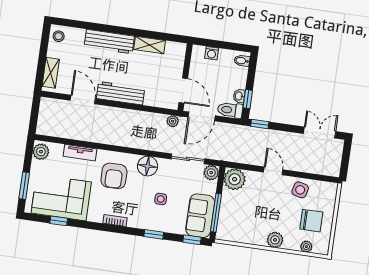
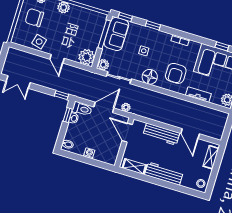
wall: (185, 77) -> (124, 142), moved
door: (183, 90) -> (127, 133), moved
armchair: (114, 176) -> (176, 73), turned 180

